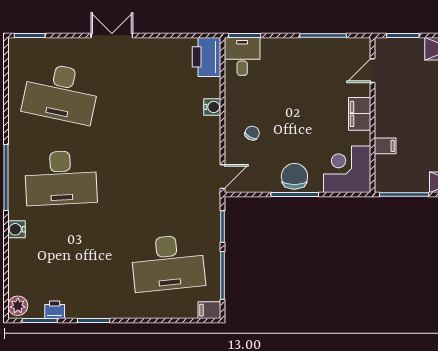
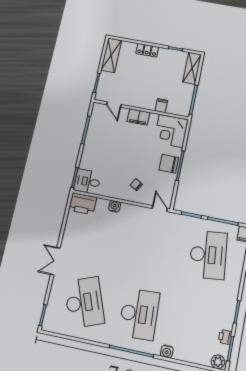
desk: (61, 93) -> (84, 302), turned -33

